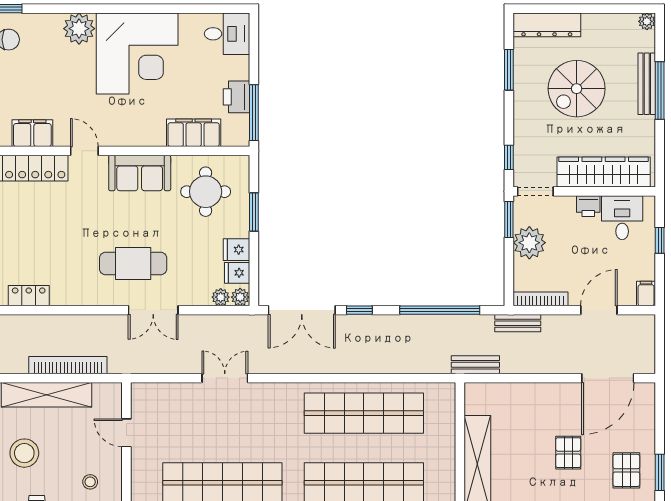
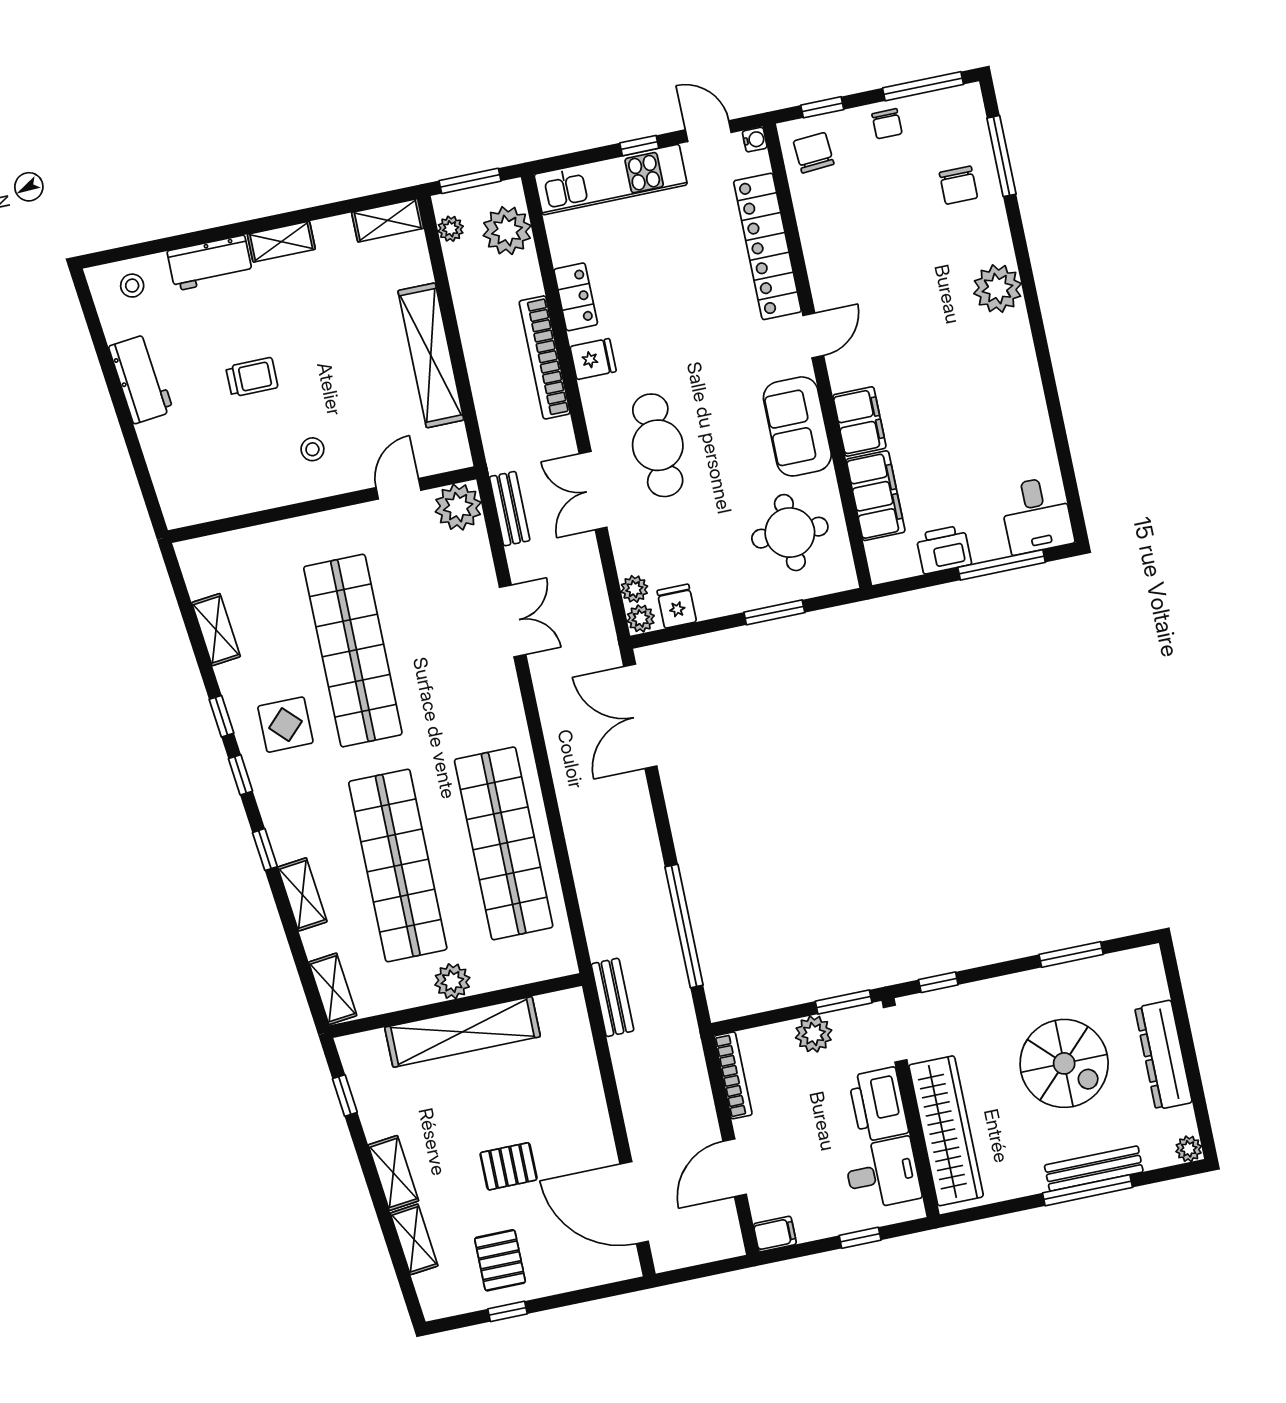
dresser: (547, 25) -> (1163, 1055), moved
corner desk: (137, 54) -> (978, 385), removed
spiral stairs: (577, 89) -> (1064, 1063), turned 180
window: (254, 113) -> (1002, 565), moved
filing cabinet: (32, 133) -> (859, 421), moved
printer: (588, 206) -> (878, 1105), width x1.87, depth x1.48
plant: (529, 243) -> (814, 1034), width x0.73, depth x0.73
fridge: (237, 250) -> (593, 359), moved, turned 90
window: (359, 310) -> (659, 804), removed
door: (599, 310) -> (735, 1168), swing flipped
bench: (518, 323) -> (510, 509), moved
bookcase: (68, 365) -> (545, 357), moved, turned 180
plant: (146, 398) -> (458, 507), added
stool: (24, 453) -> (335, 340), removed
plant: (444, 464) -> (452, 981), added
pallet: (626, 470) -> (500, 1260), turned 90
window: (660, 472) -> (507, 1311), width x0.67

